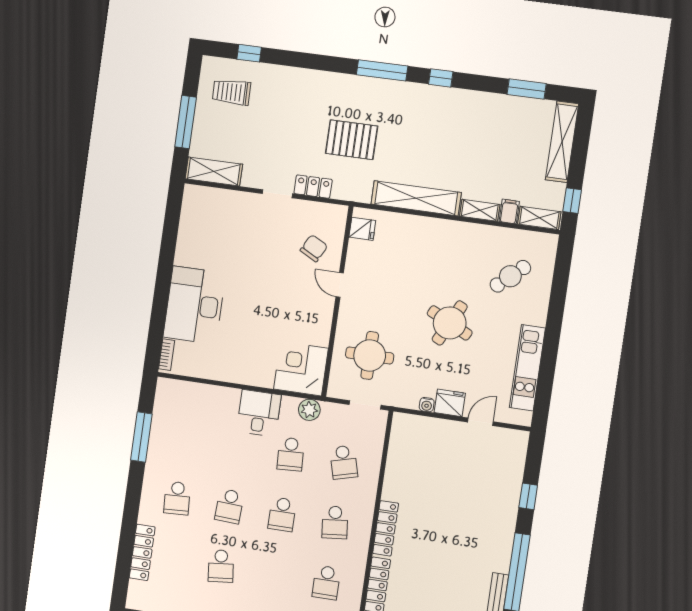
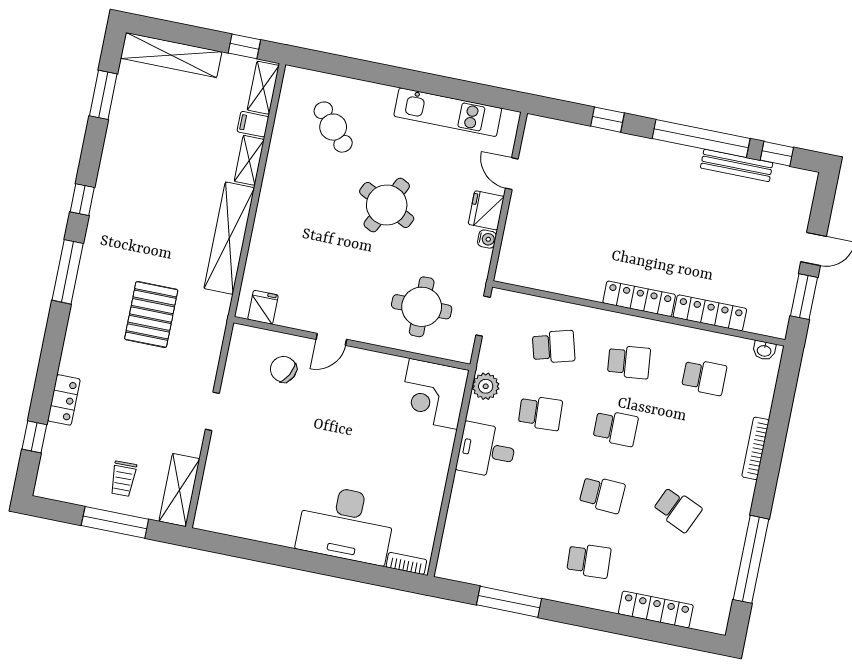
trolley: (232, 92) -> (123, 479), moved, width x0.73, depth x0.72
locker: (313, 187) -> (64, 400), moved, turned 180
school desk: (221, 566) -> (677, 510), turned 30

